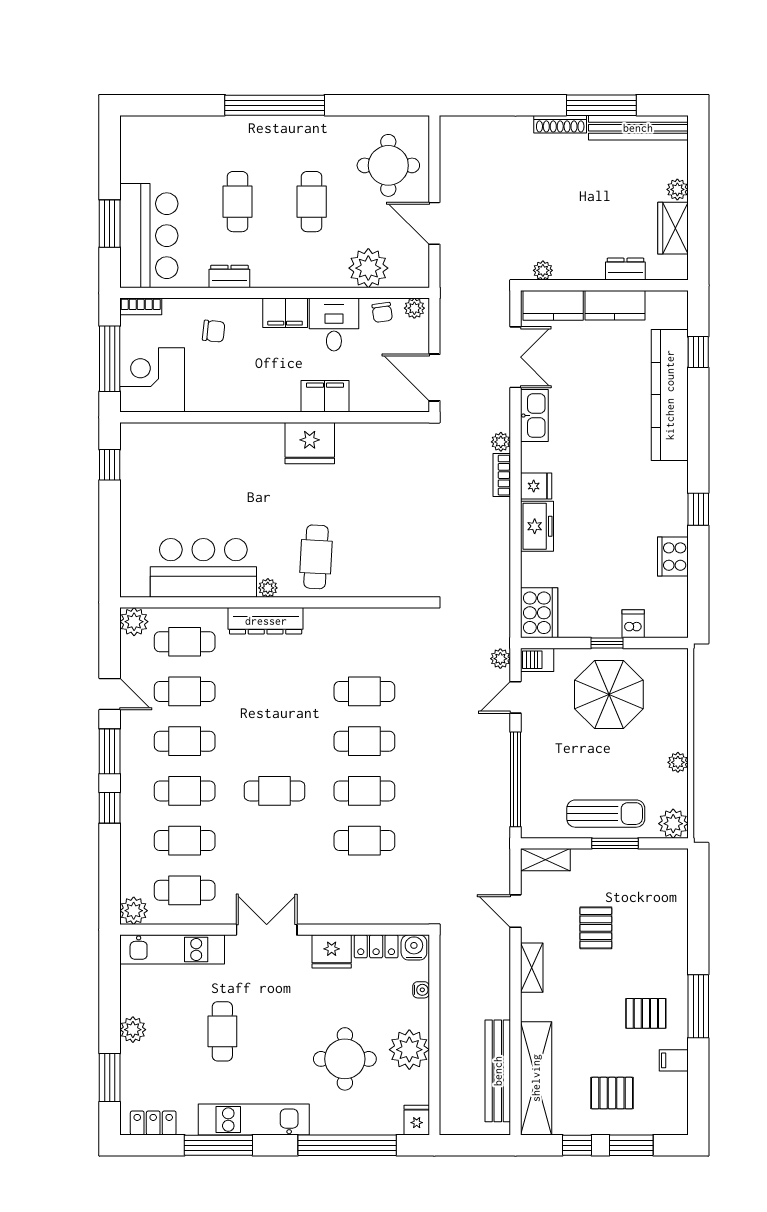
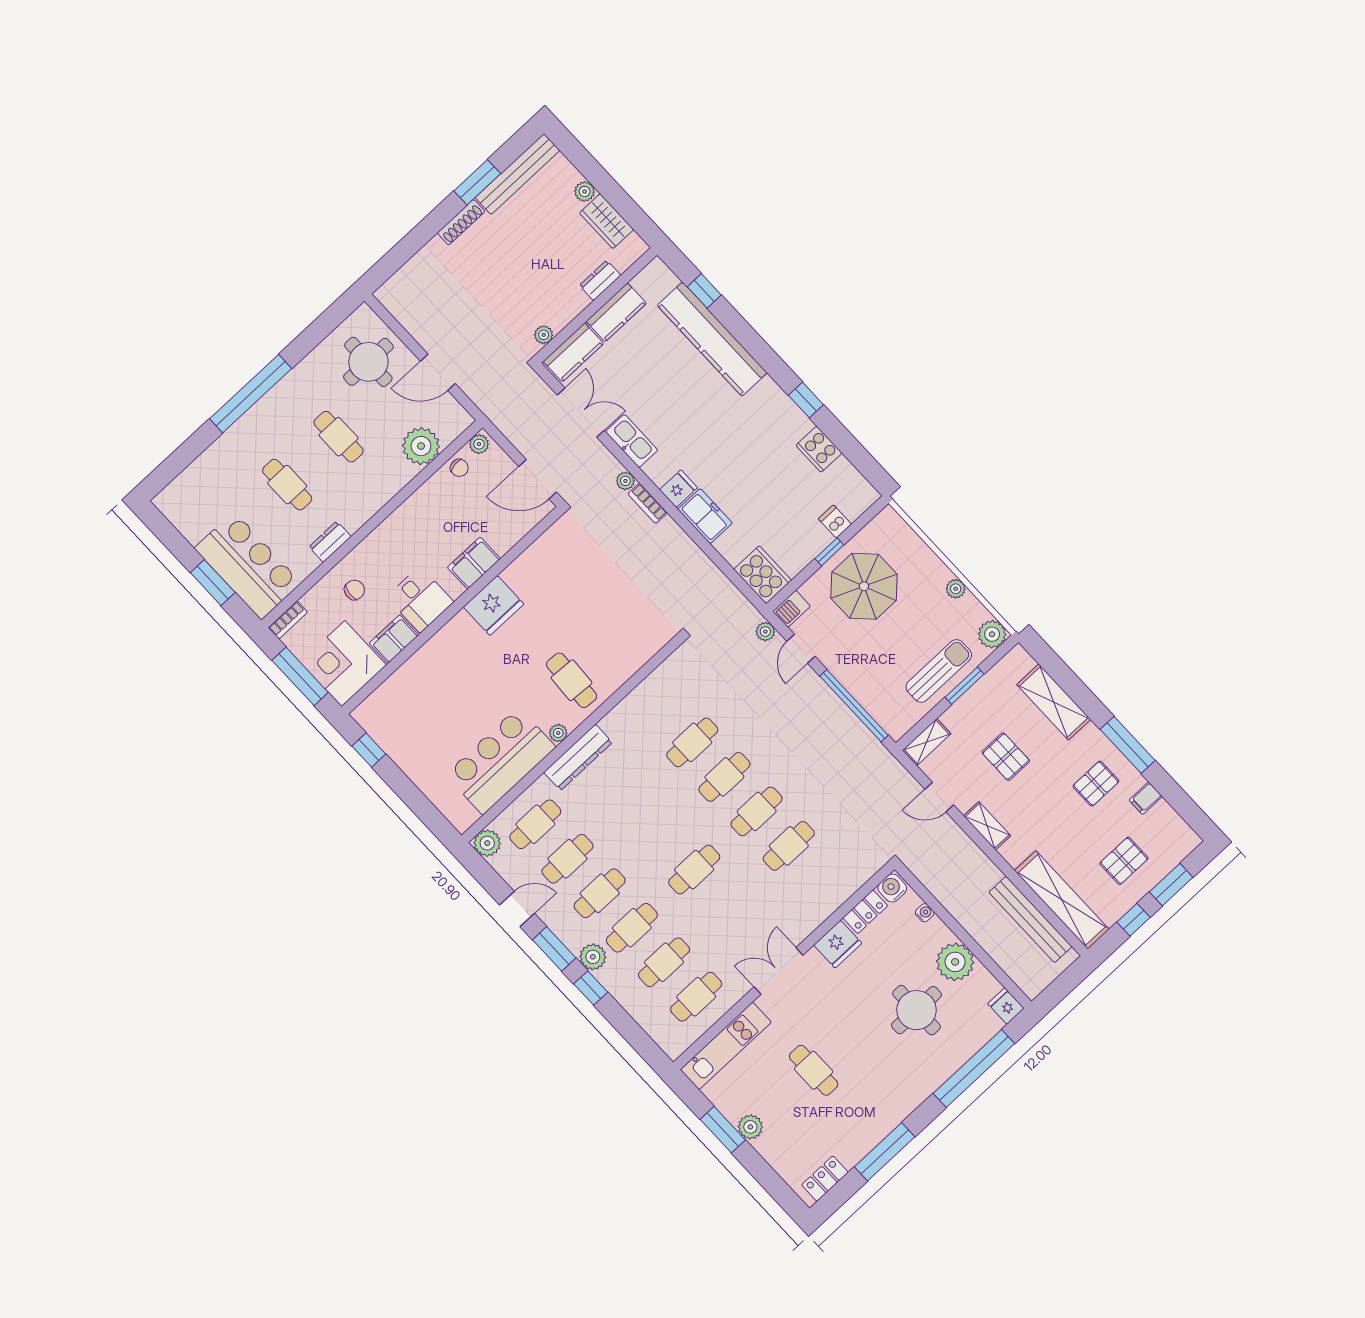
window: (601, 105) -> (477, 182), width x0.69
filing cabinet: (285, 313) -> (394, 639), moved, turned 180
desk: (334, 325) -> (420, 599), moved, turned 180
plant: (134, 911) -> (593, 957), moved
shelving: (672, 920) -> (1054, 702), added
window: (110, 1078) -> (723, 1130), moved
kitchen unit: (254, 1120) -> (892, 1111), removed

